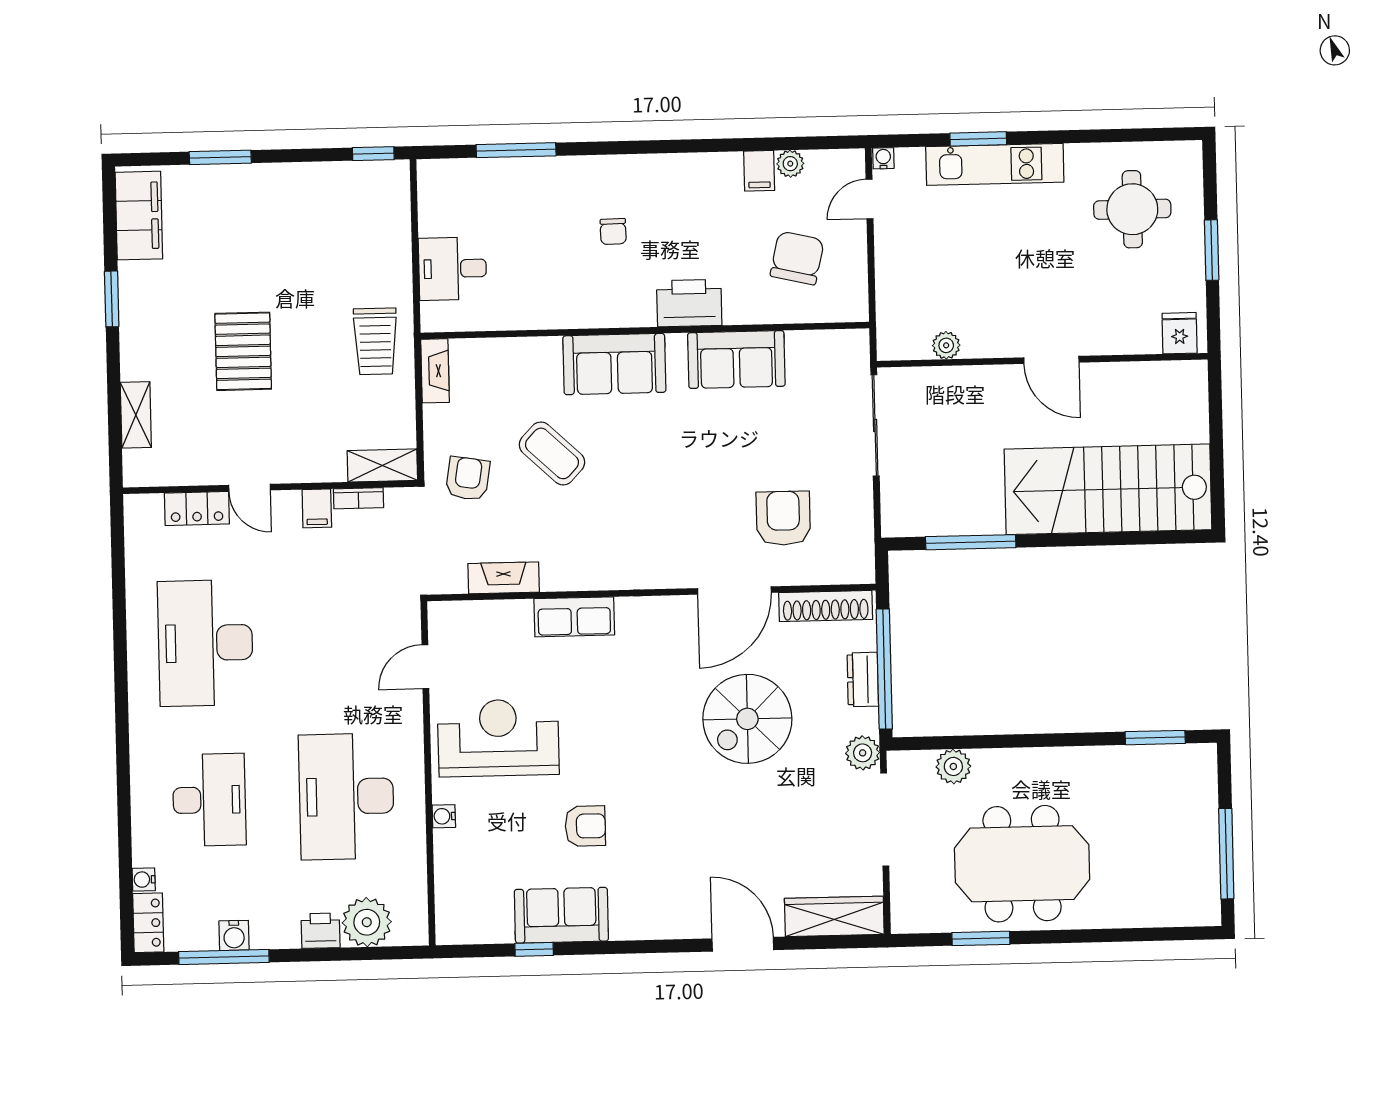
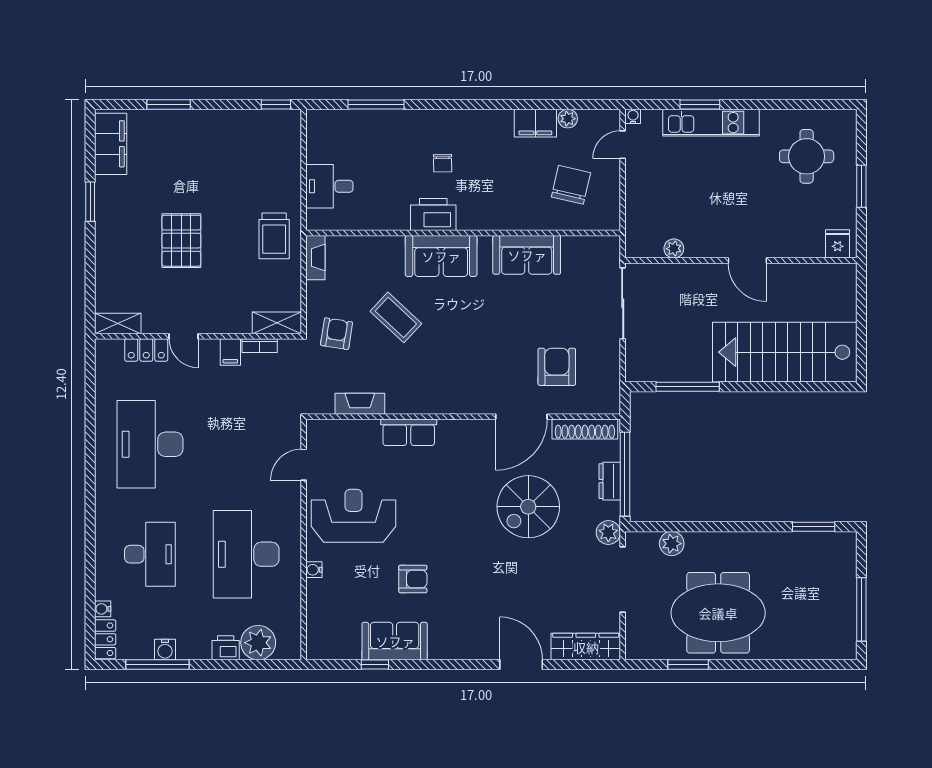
filing cabinet: (759, 171) -> (535, 123), width x2.00
printer: (689, 303) -> (433, 214), moved
shelving: (136, 415) -> (118, 324), moved, turned 90

